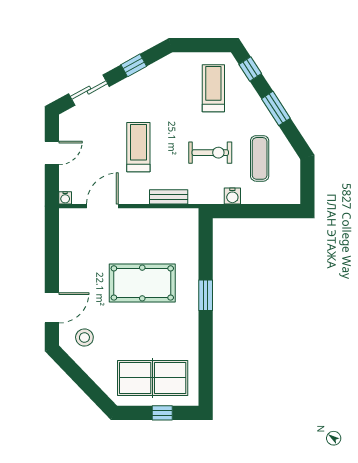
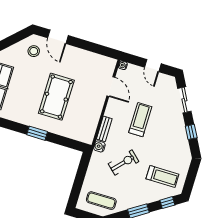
treadmill: (138, 147) -> (140, 120), turned -90
exercise bike: (210, 153) -> (124, 163), turned -137
exercise mat: (260, 158) -> (101, 201), moved
water cooler: (232, 196) -> (99, 146), moved

